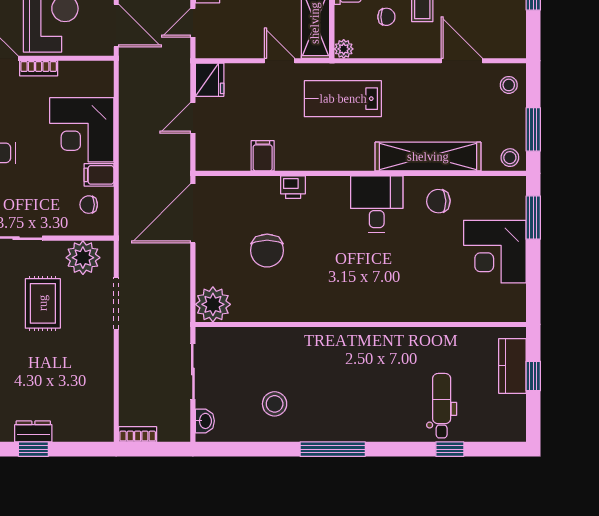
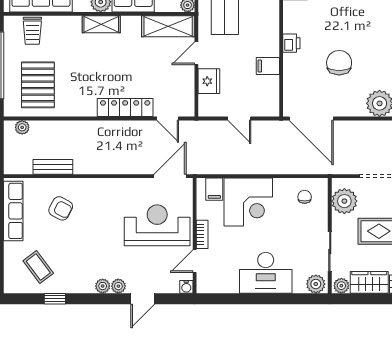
fridge: (210, 80) -> (209, 81), moved, turned 90
filing cabinet: (99, 175) -> (214, 189), moved
chair: (89, 205) -> (305, 197), turned 180
chair: (267, 251) -> (339, 63), turned -90

